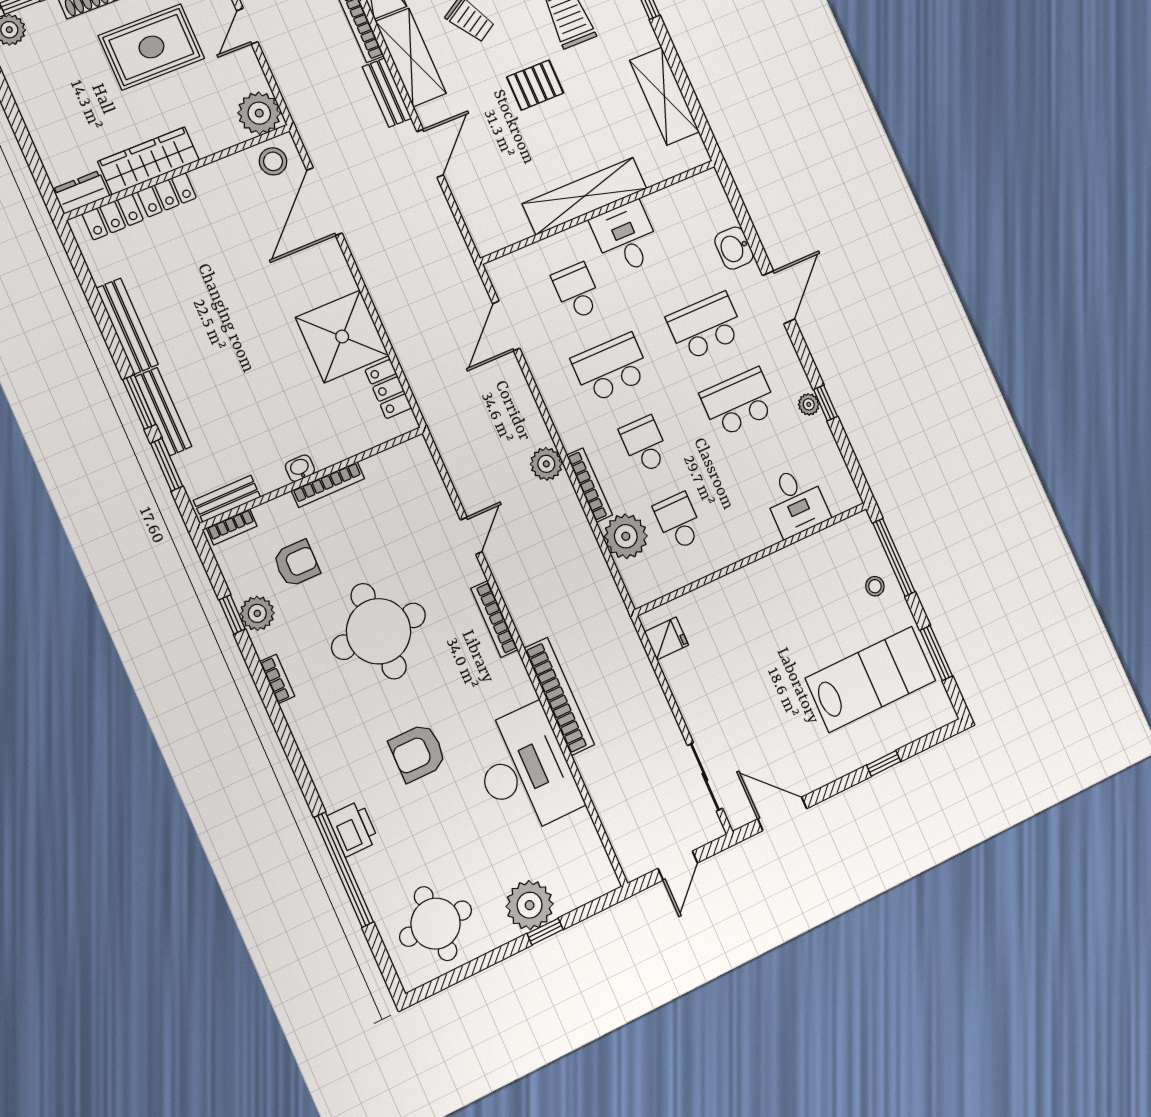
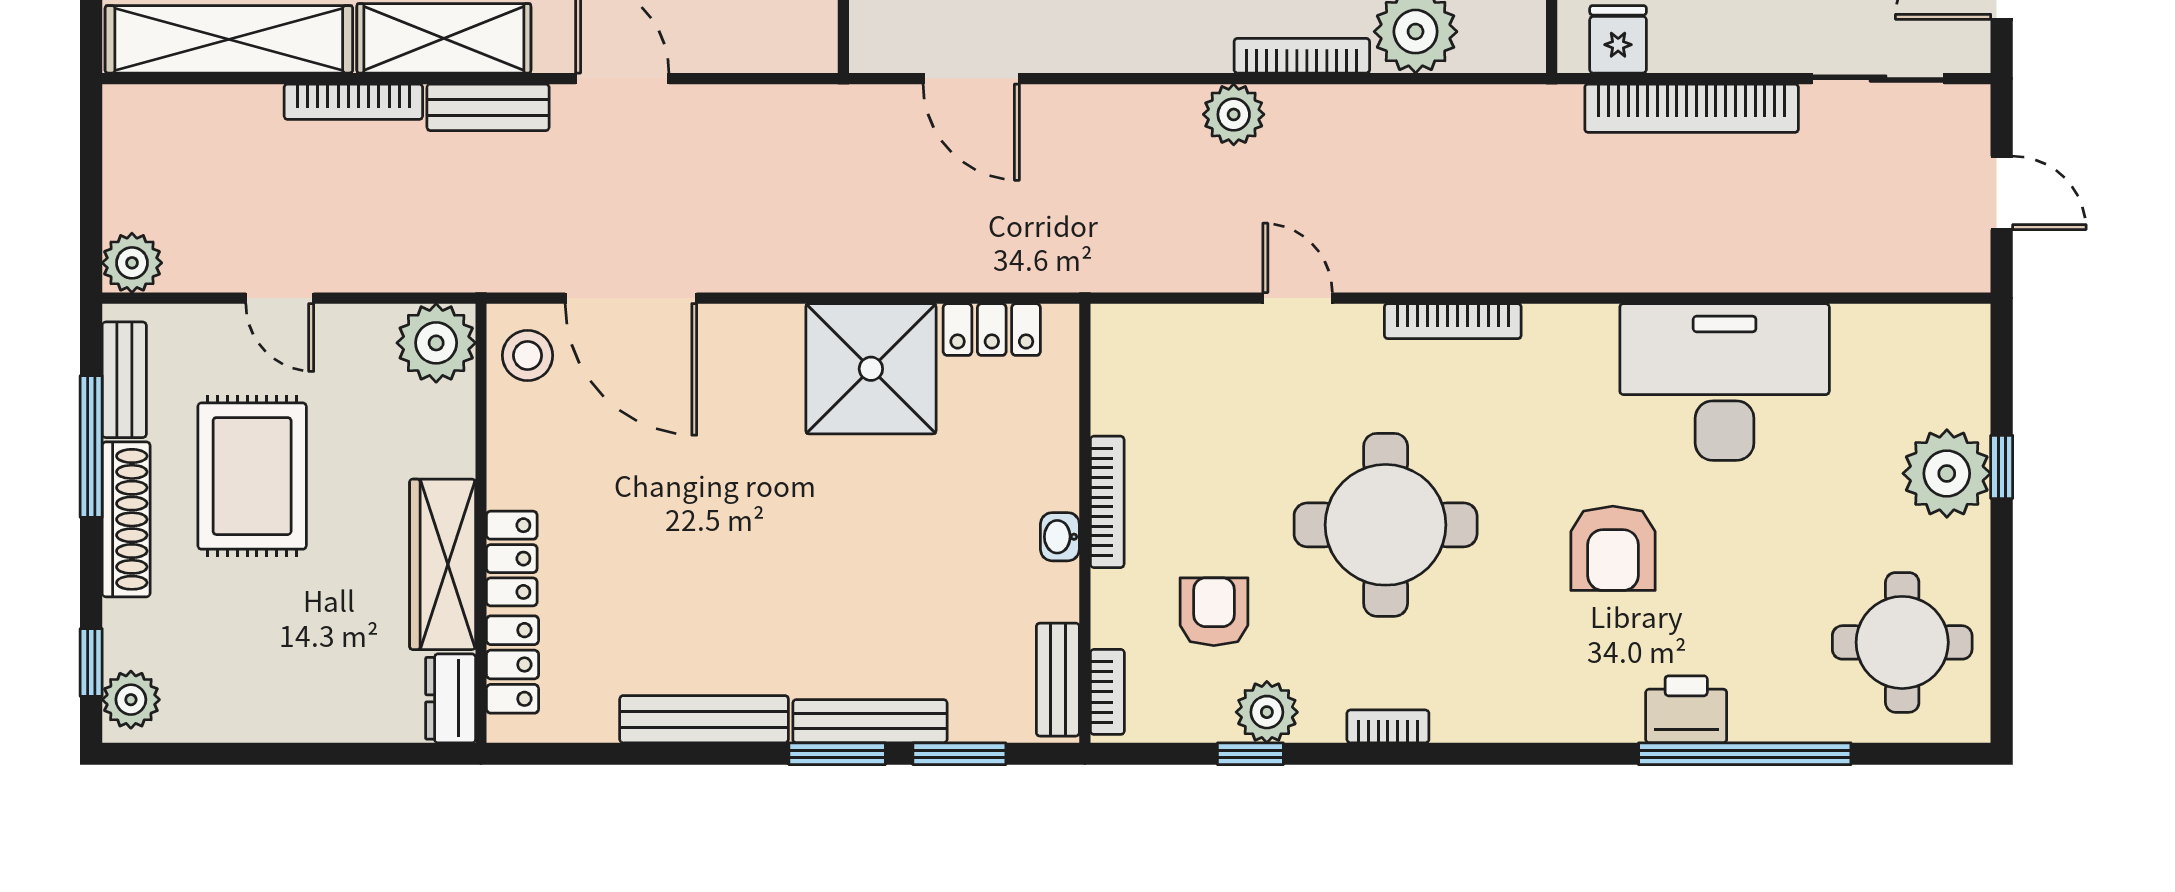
bookcase: (559, 696) -> (1692, 108), moved, turned 180

